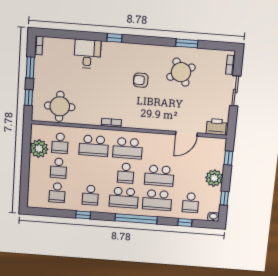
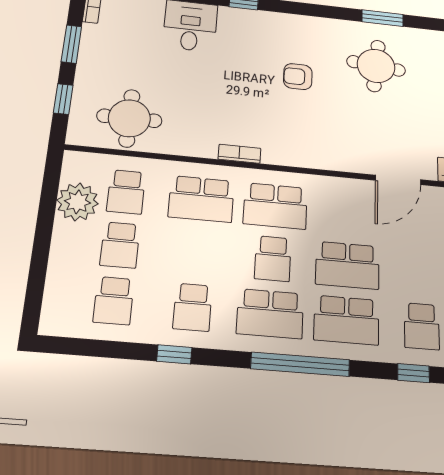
round table: (181, 72) -> (376, 66), turned 33

